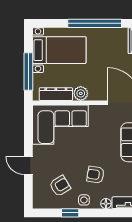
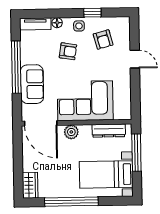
plant: (81, 93) -> (71, 132), moved
corner sofa: (60, 125) -> (85, 101), moved
armchair: (60, 186) -> (103, 39), turned -74

